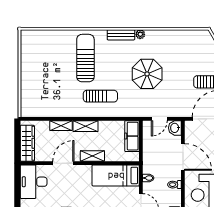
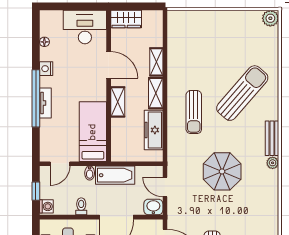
plant: (27, 36) -> (270, 18), added
sun lounger: (85, 58) -> (242, 93), turned -49
freezer: (132, 136) -> (154, 130), moved, turned -90
wardrobe: (27, 143) -> (126, 19), width x0.67
bathtub: (150, 158) -> (115, 175), added

